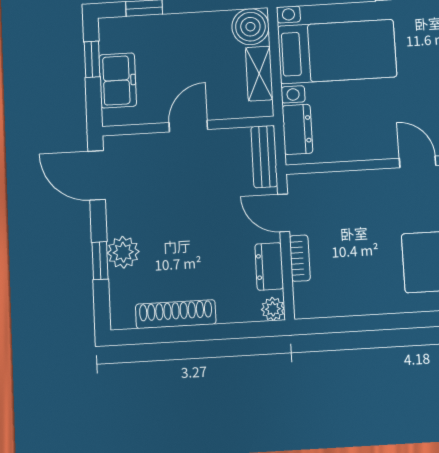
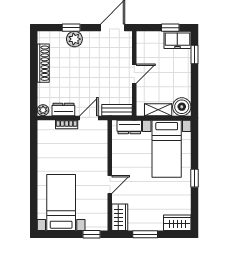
freezer: (118, 80) -> (177, 40), moved
door: (188, 126) -> (134, 74), hinge flipped

